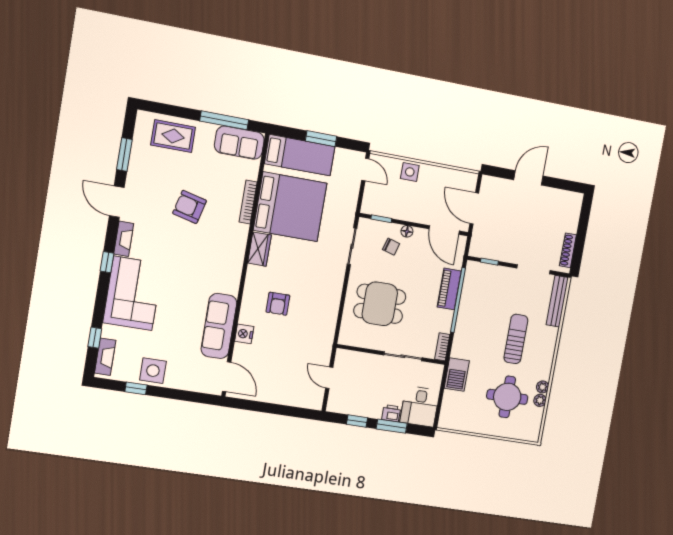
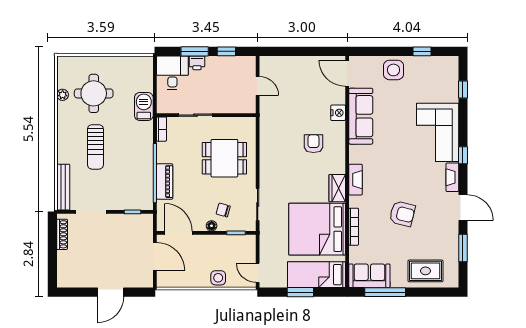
fireplace: (105, 357) -> (355, 180), moved, turned 180
side table: (153, 371) -> (394, 70), moved
plant: (542, 387) -> (62, 107), removed

